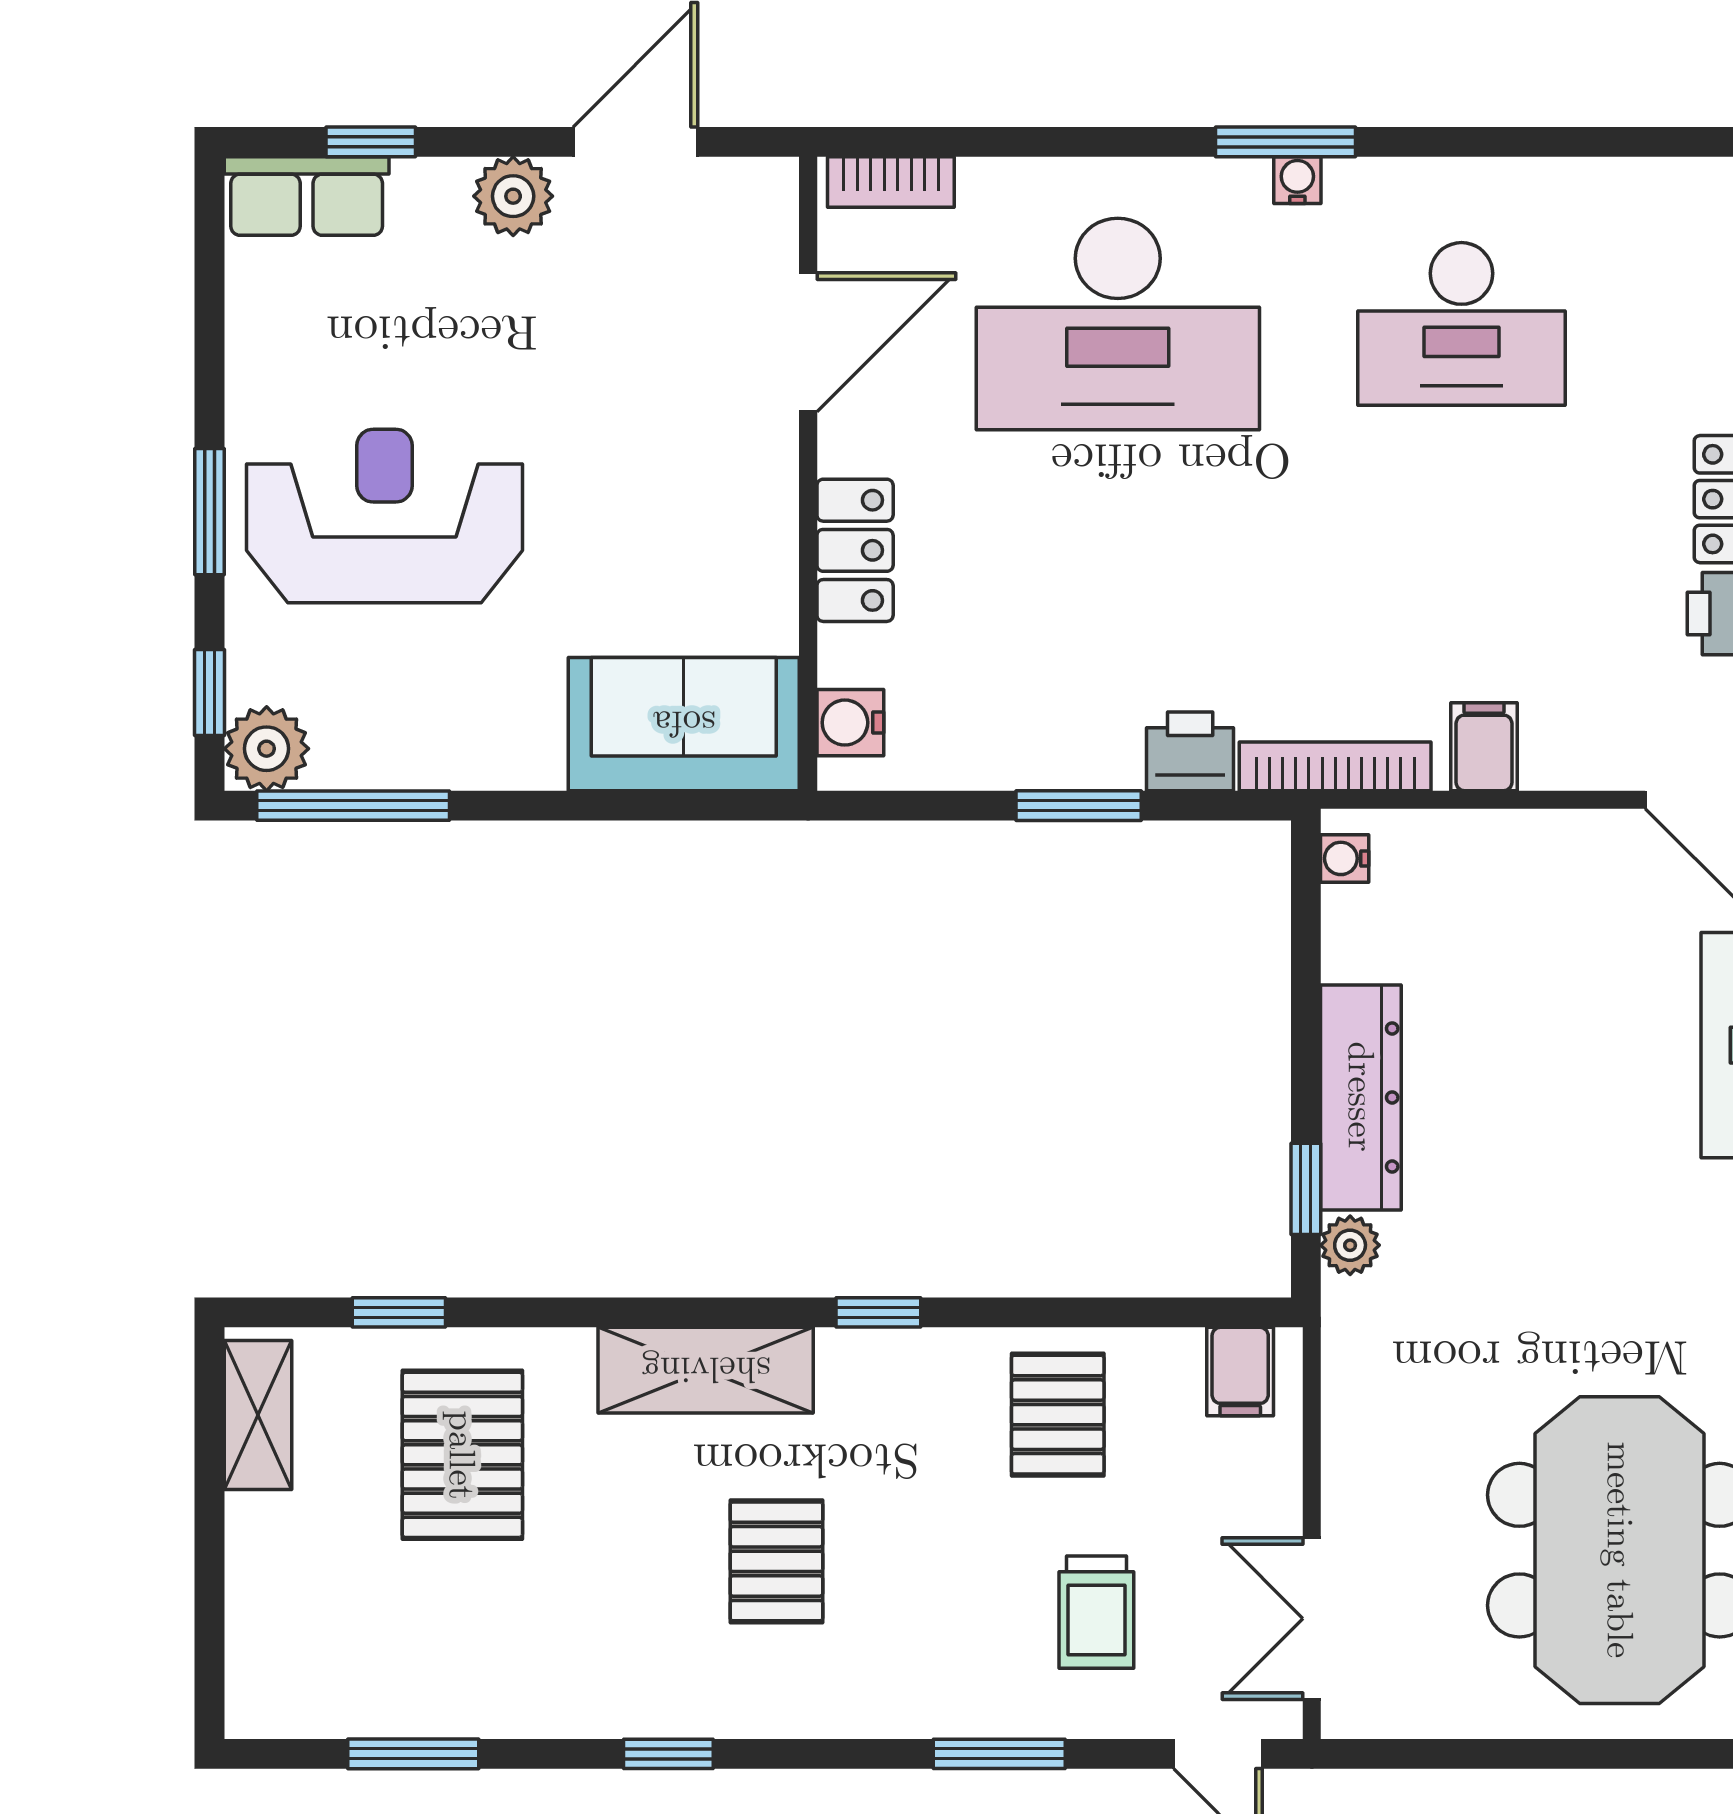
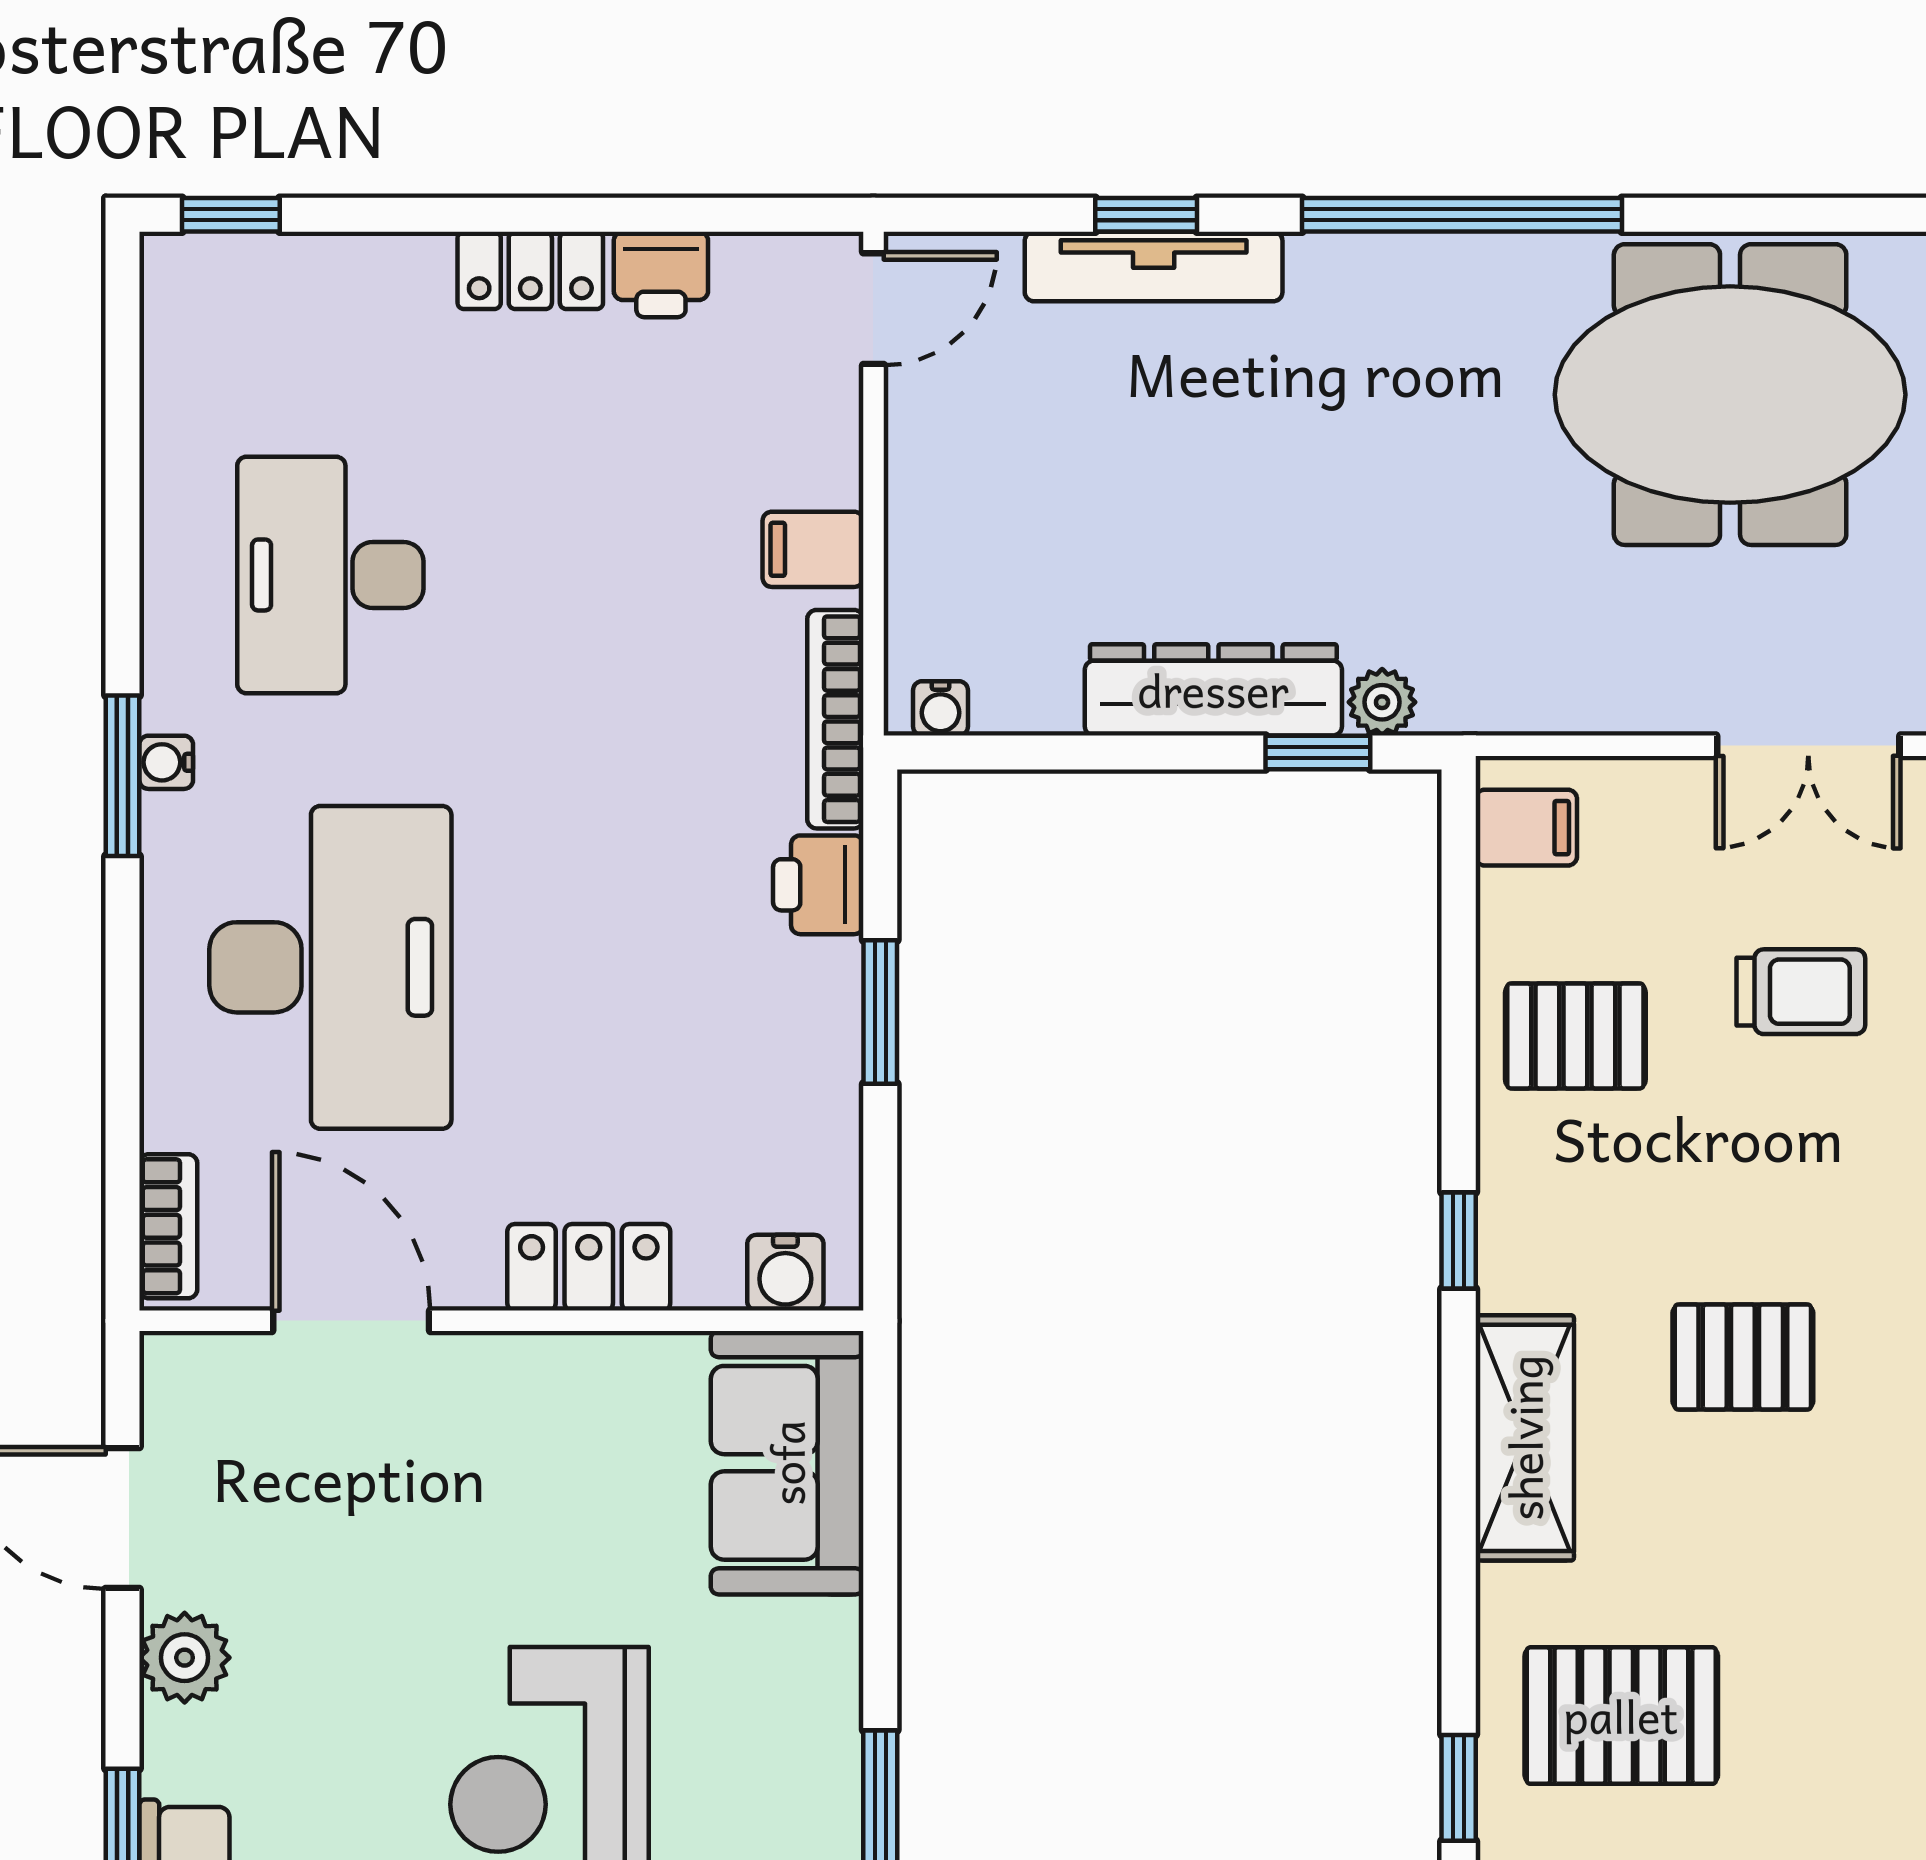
desk: (1461, 324) -> (330, 575), turned 180

